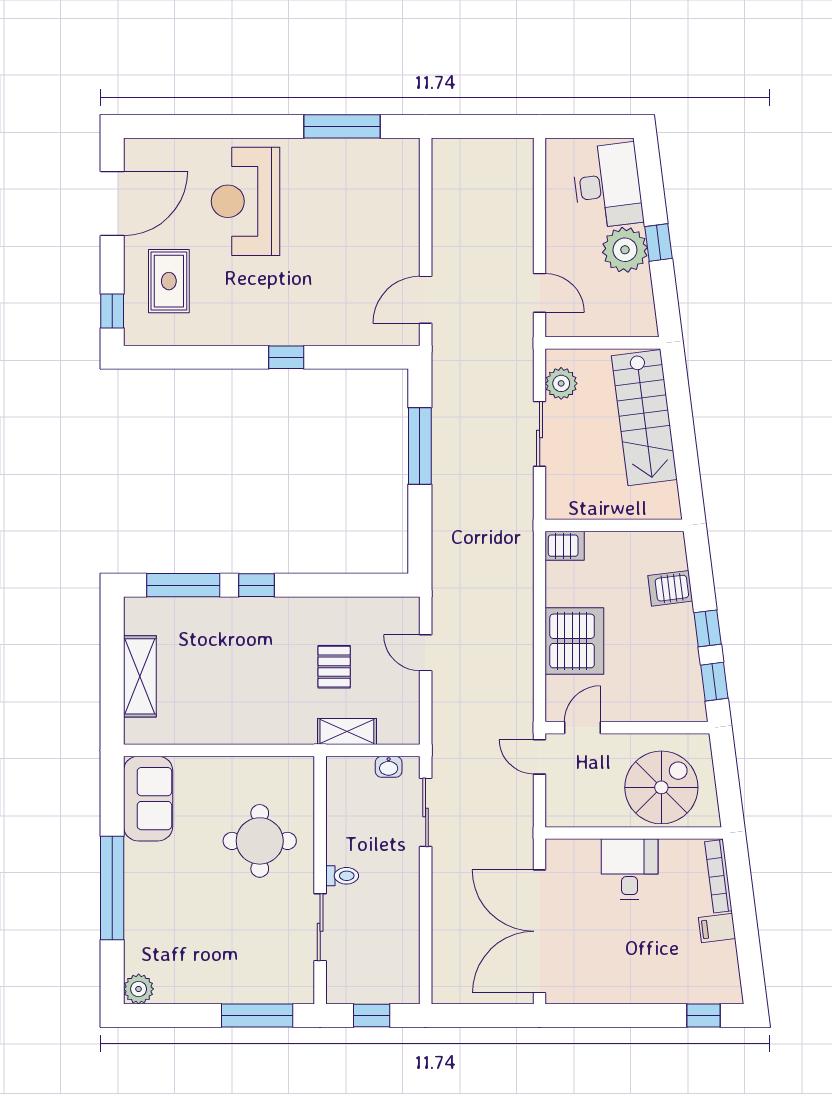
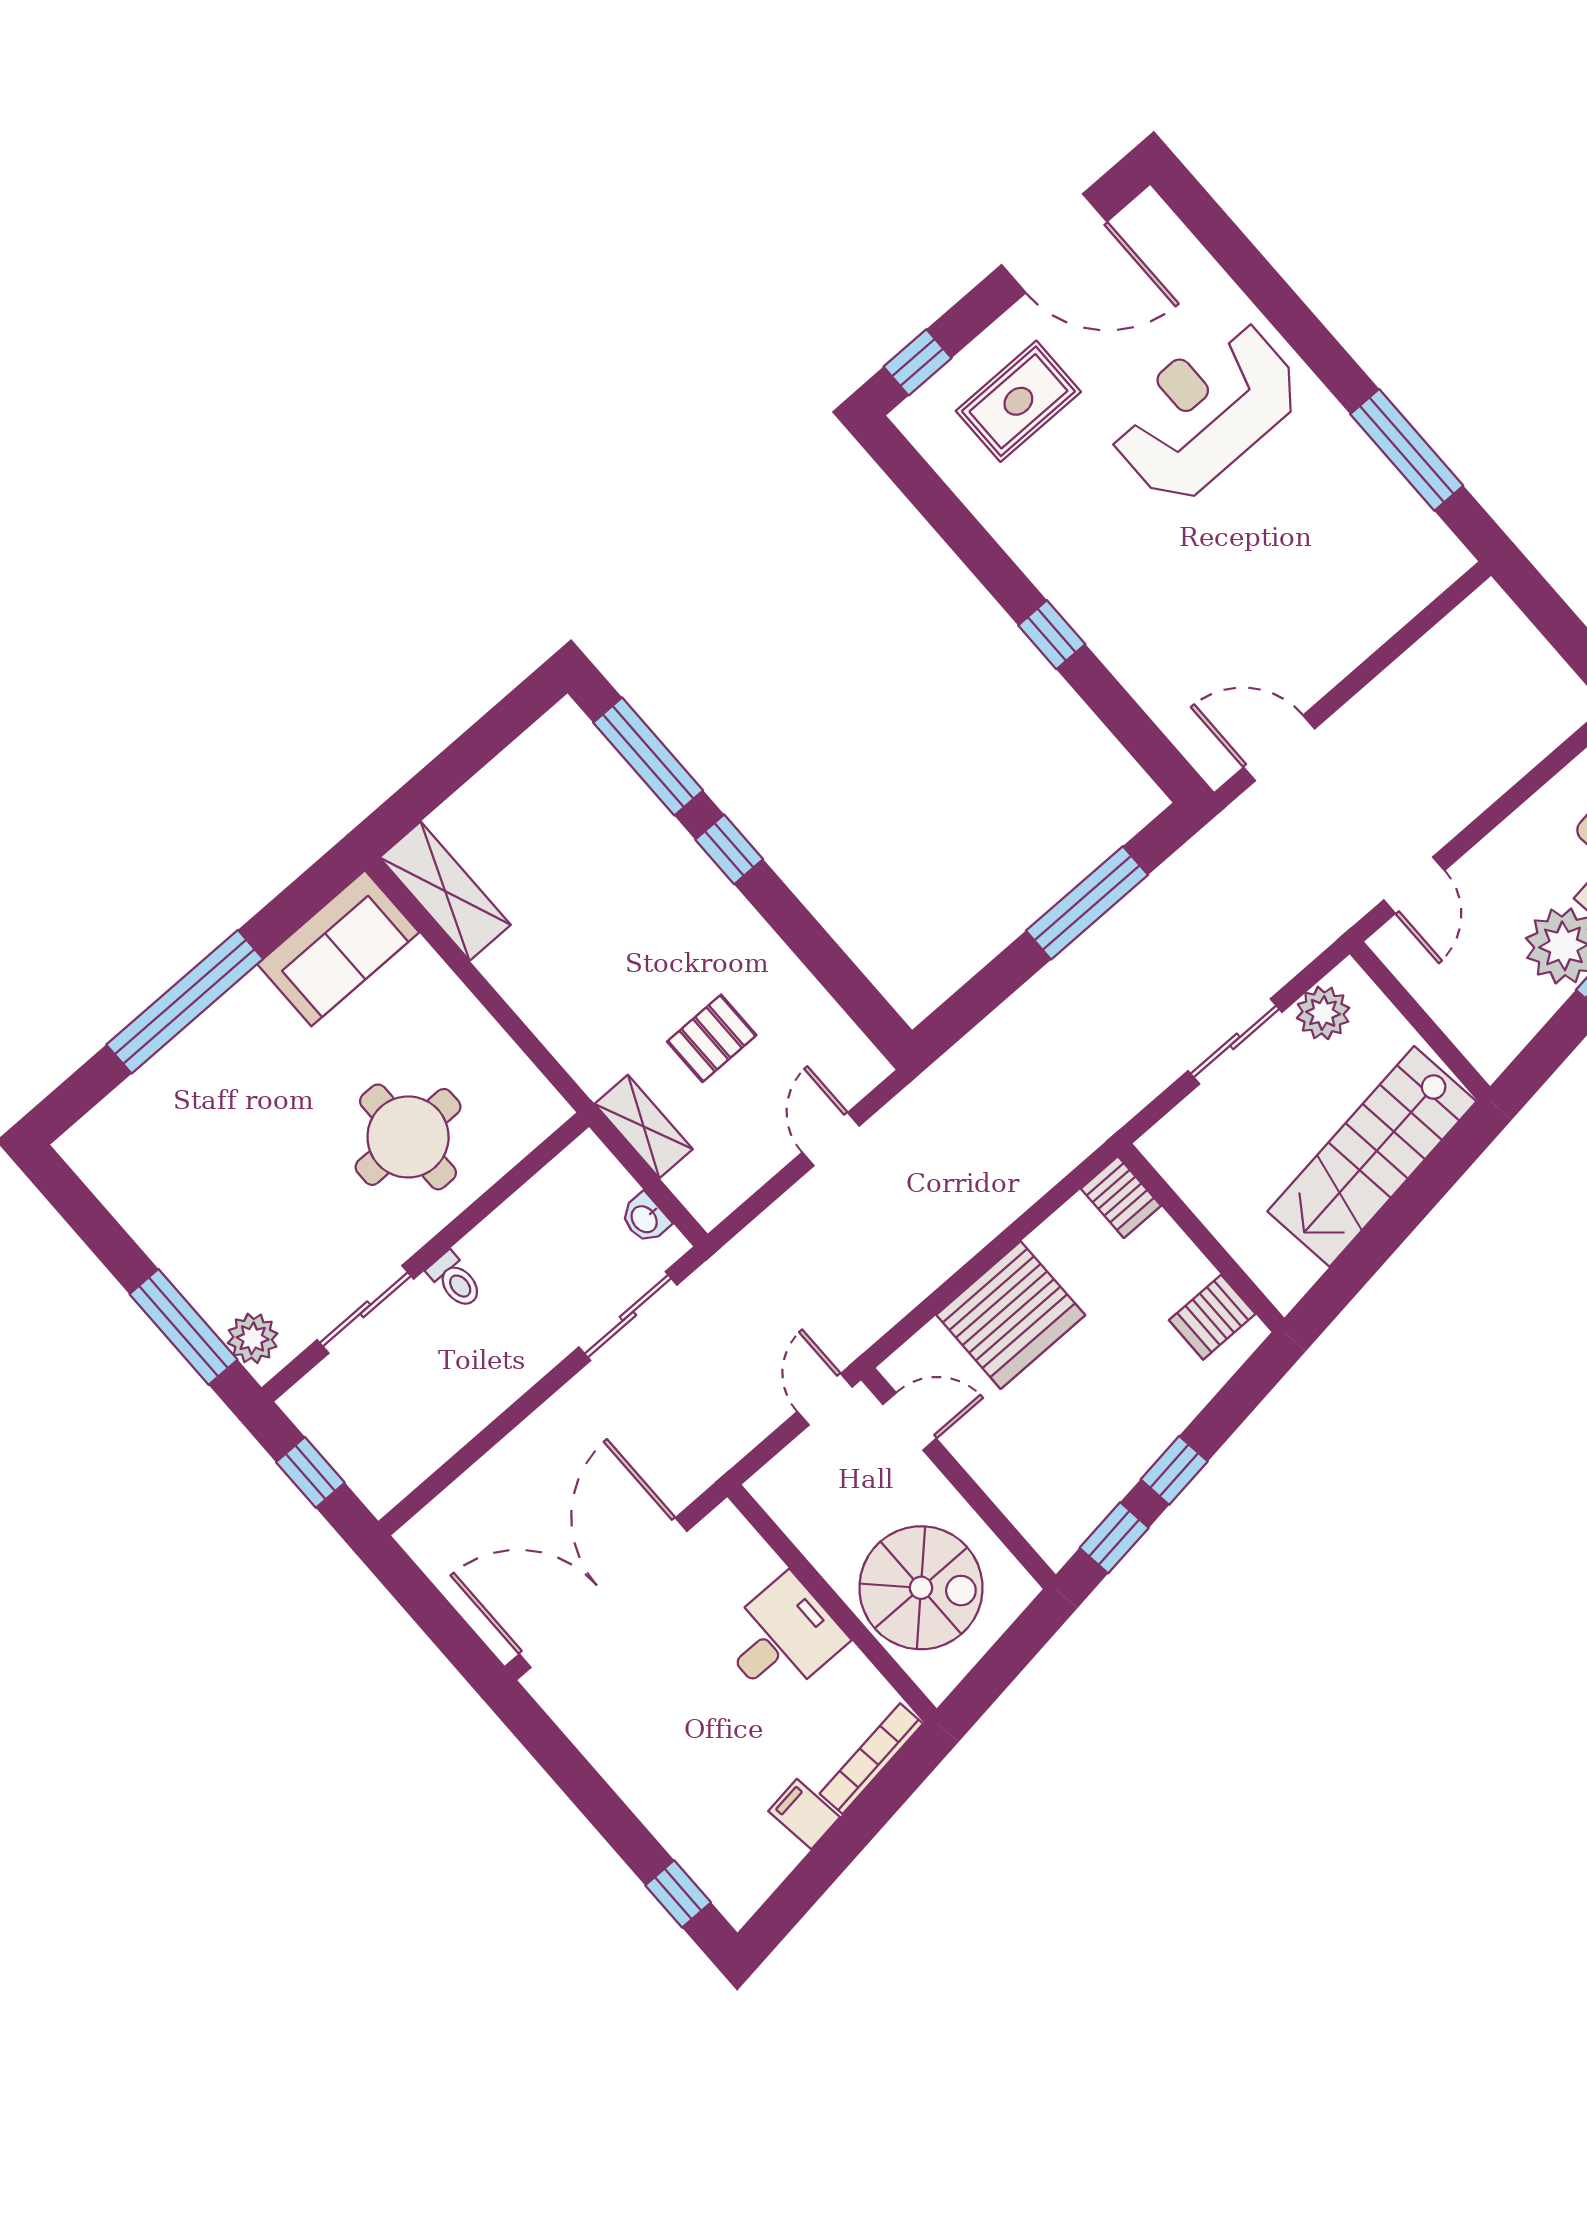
server rack: (670, 588) -> (1212, 1317), moved, turned -83
shelving: (140, 676) -> (445, 891), moved, turned 90
plant: (139, 989) -> (253, 1338), moved

